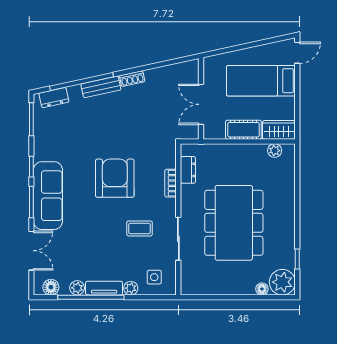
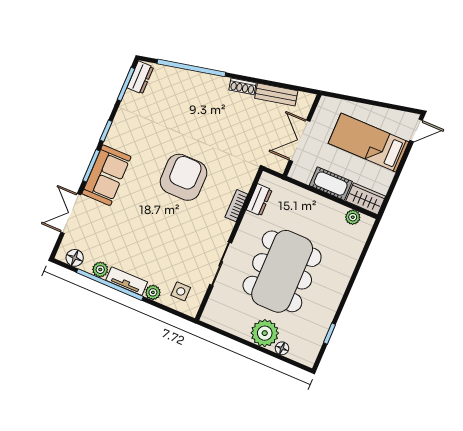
bench: (101, 87) -> (276, 95), moved
dresser: (54, 98) -> (140, 77), moved, turned -78
sofa: (48, 196) -> (106, 175), width x0.73
coffee table: (139, 228) -> (187, 237), removed
double door: (31, 251) -> (71, 214), swing flipped
plant: (282, 282) -> (265, 333), moved

